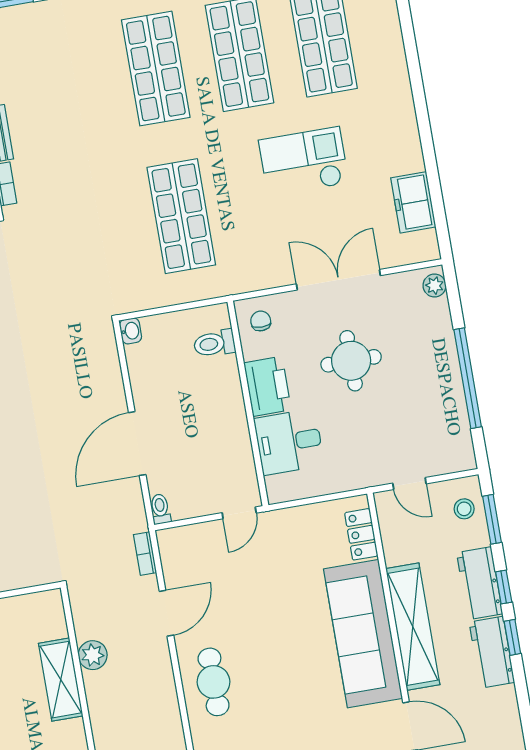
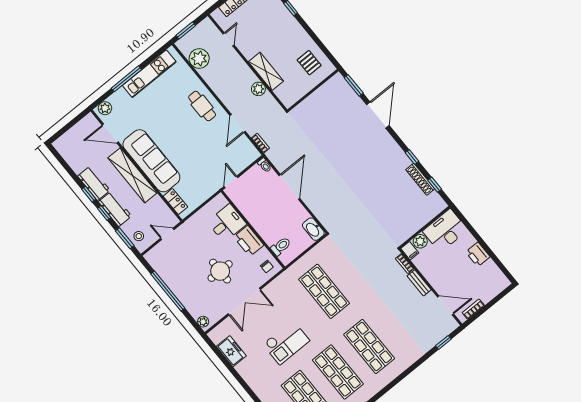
washbasin: (131, 331) -> (313, 229), width x1.91, depth x1.45

